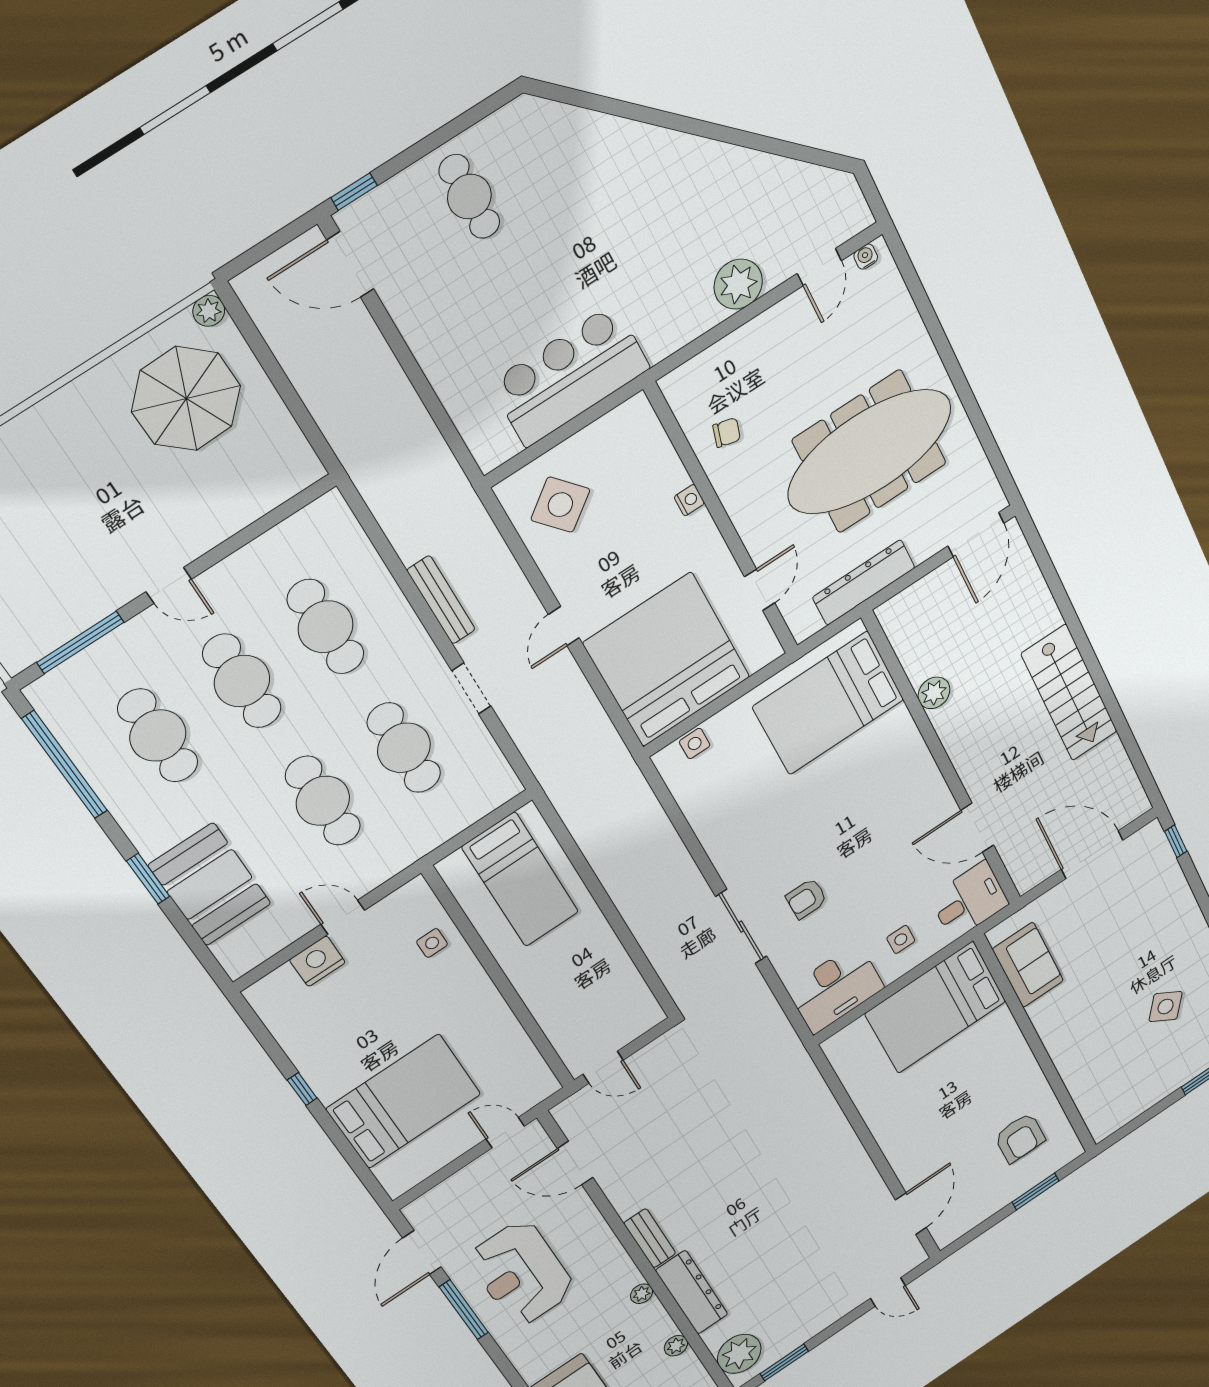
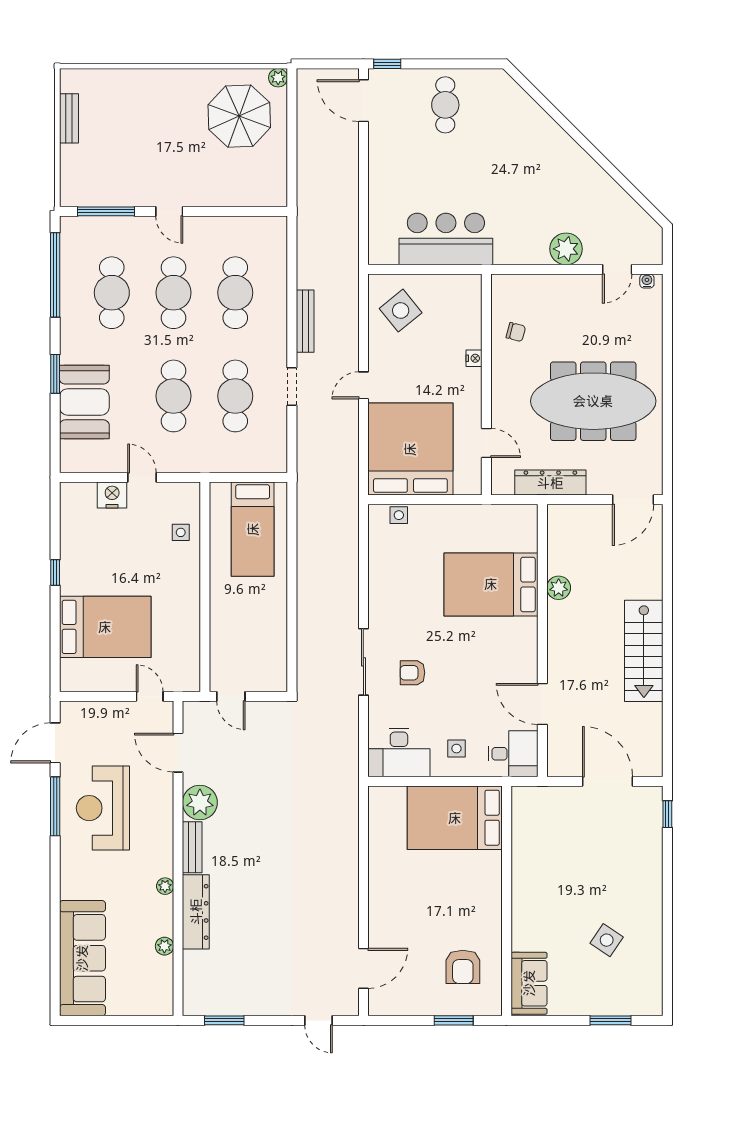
door: (760, 590) -> (486, 443), hinge flipped
bed: (828, 703) -> (491, 584), moved
sofa: (1028, 965) -> (529, 983), moved
plant: (739, 1354) -> (200, 803), moved

